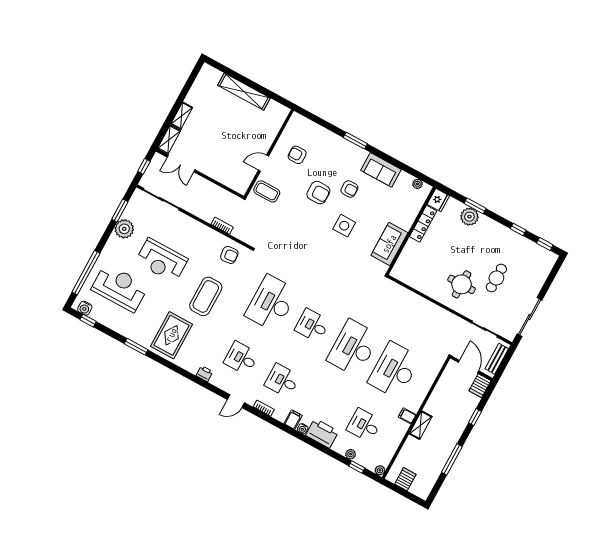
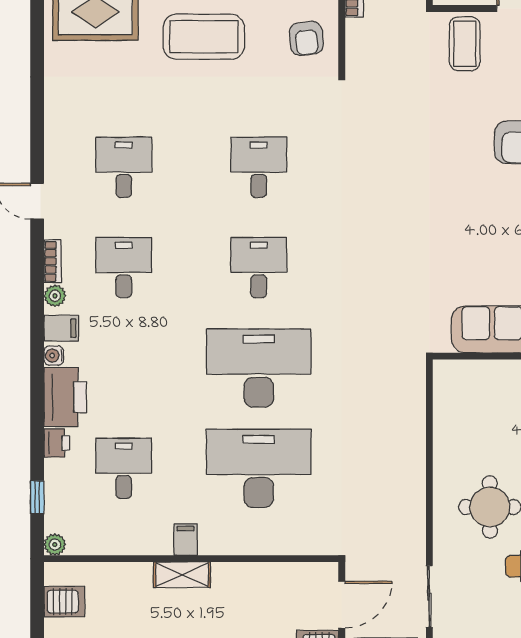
side table: (344, 226) -> (480, 225), removed
desk: (271, 303) -> (259, 167), width x0.53, depth x0.77
printer: (205, 374) -> (57, 443), moved
plant: (351, 454) -> (55, 296), moved

